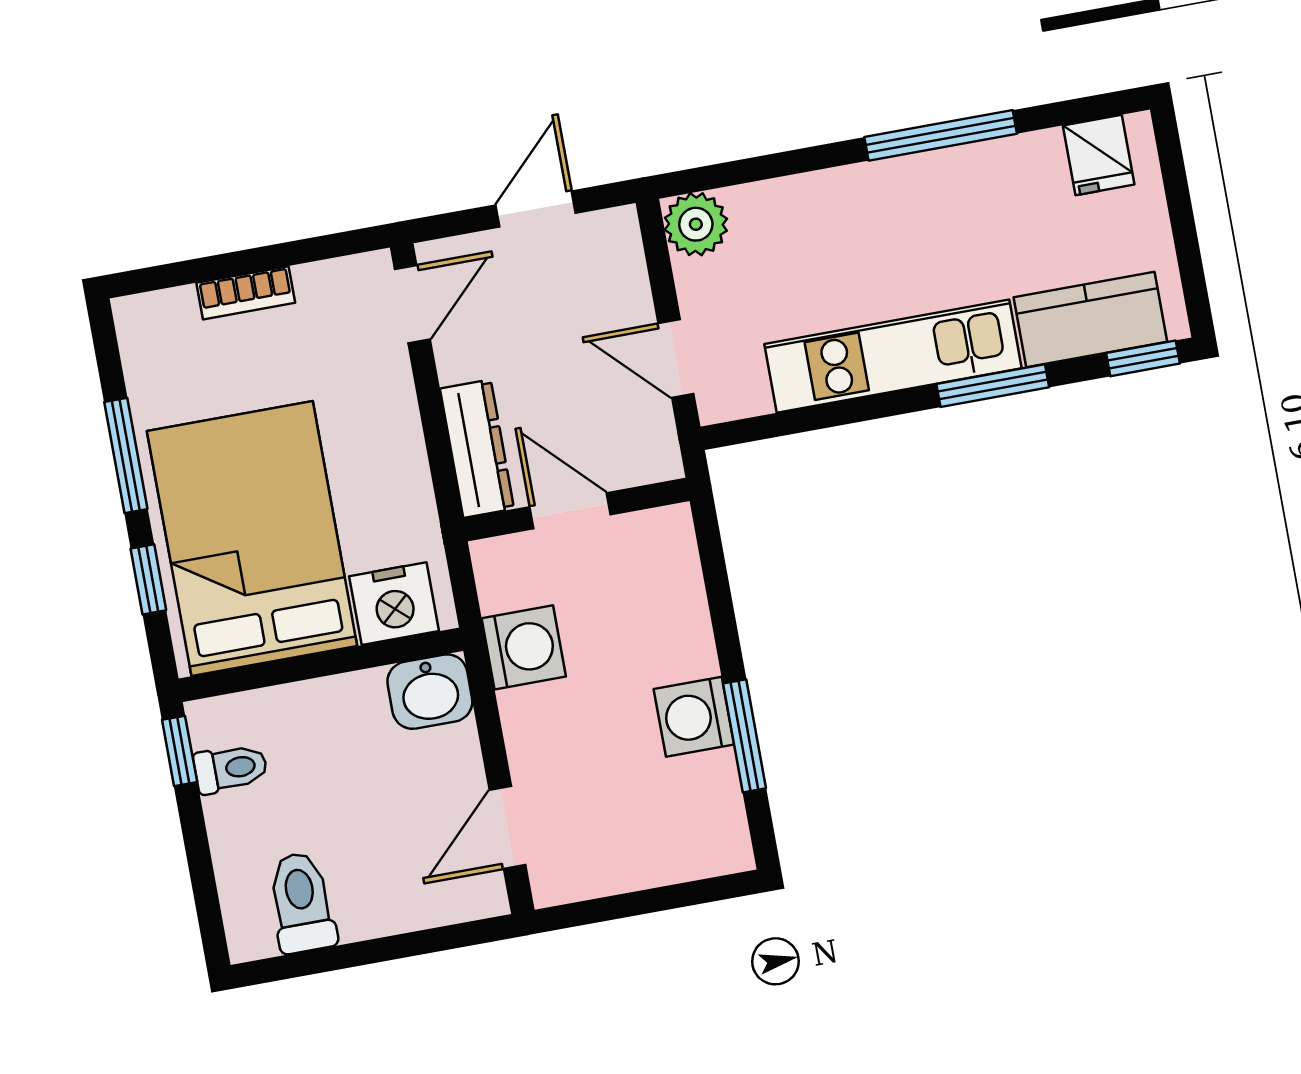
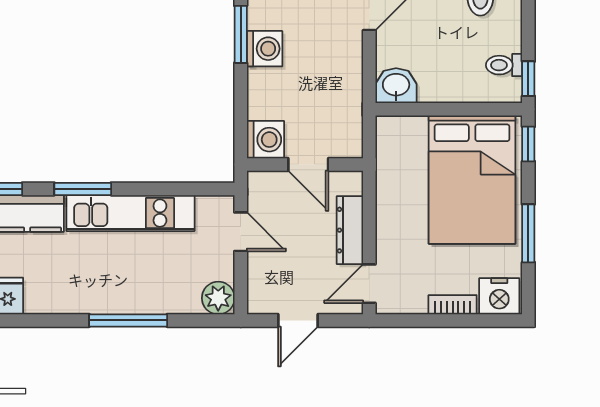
window: (941, 135) -> (128, 320), moved
dresser: (477, 449) -> (350, 230), moved
window: (148, 579) -> (528, 144), moved
nightstand: (394, 604) -> (499, 296), moved, turned 180
washing machine: (524, 647) -> (265, 140), moved, turned 180

